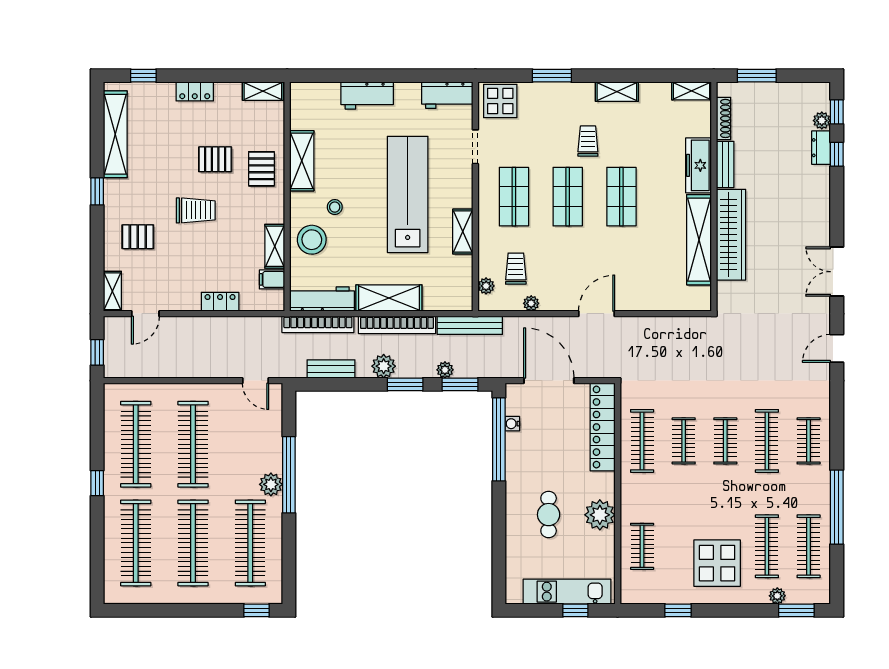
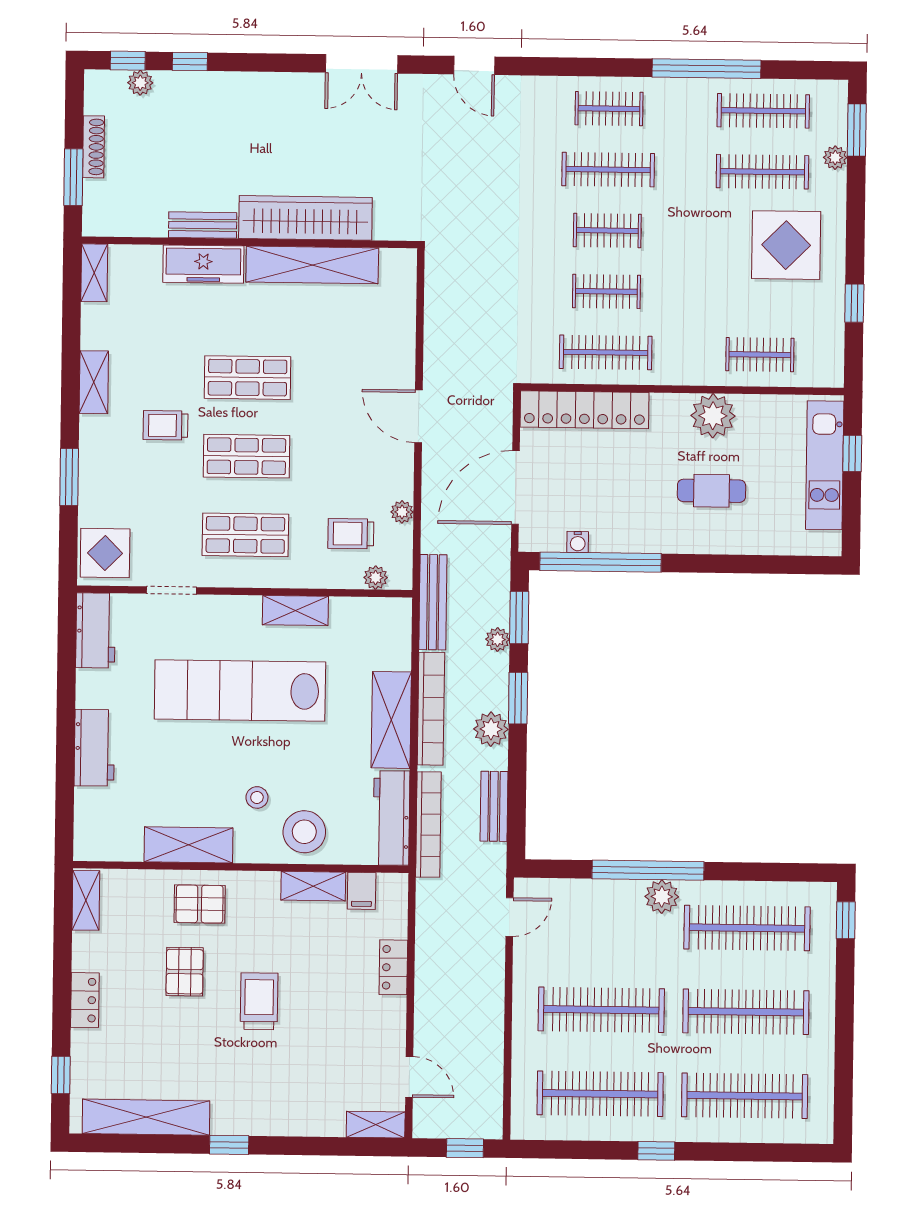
shoe rack: (723, 118) -> (93, 147), moved, turned 90
dresser: (821, 148) -> (180, 84), removed
pallet: (138, 237) -> (296, 1086), removed

